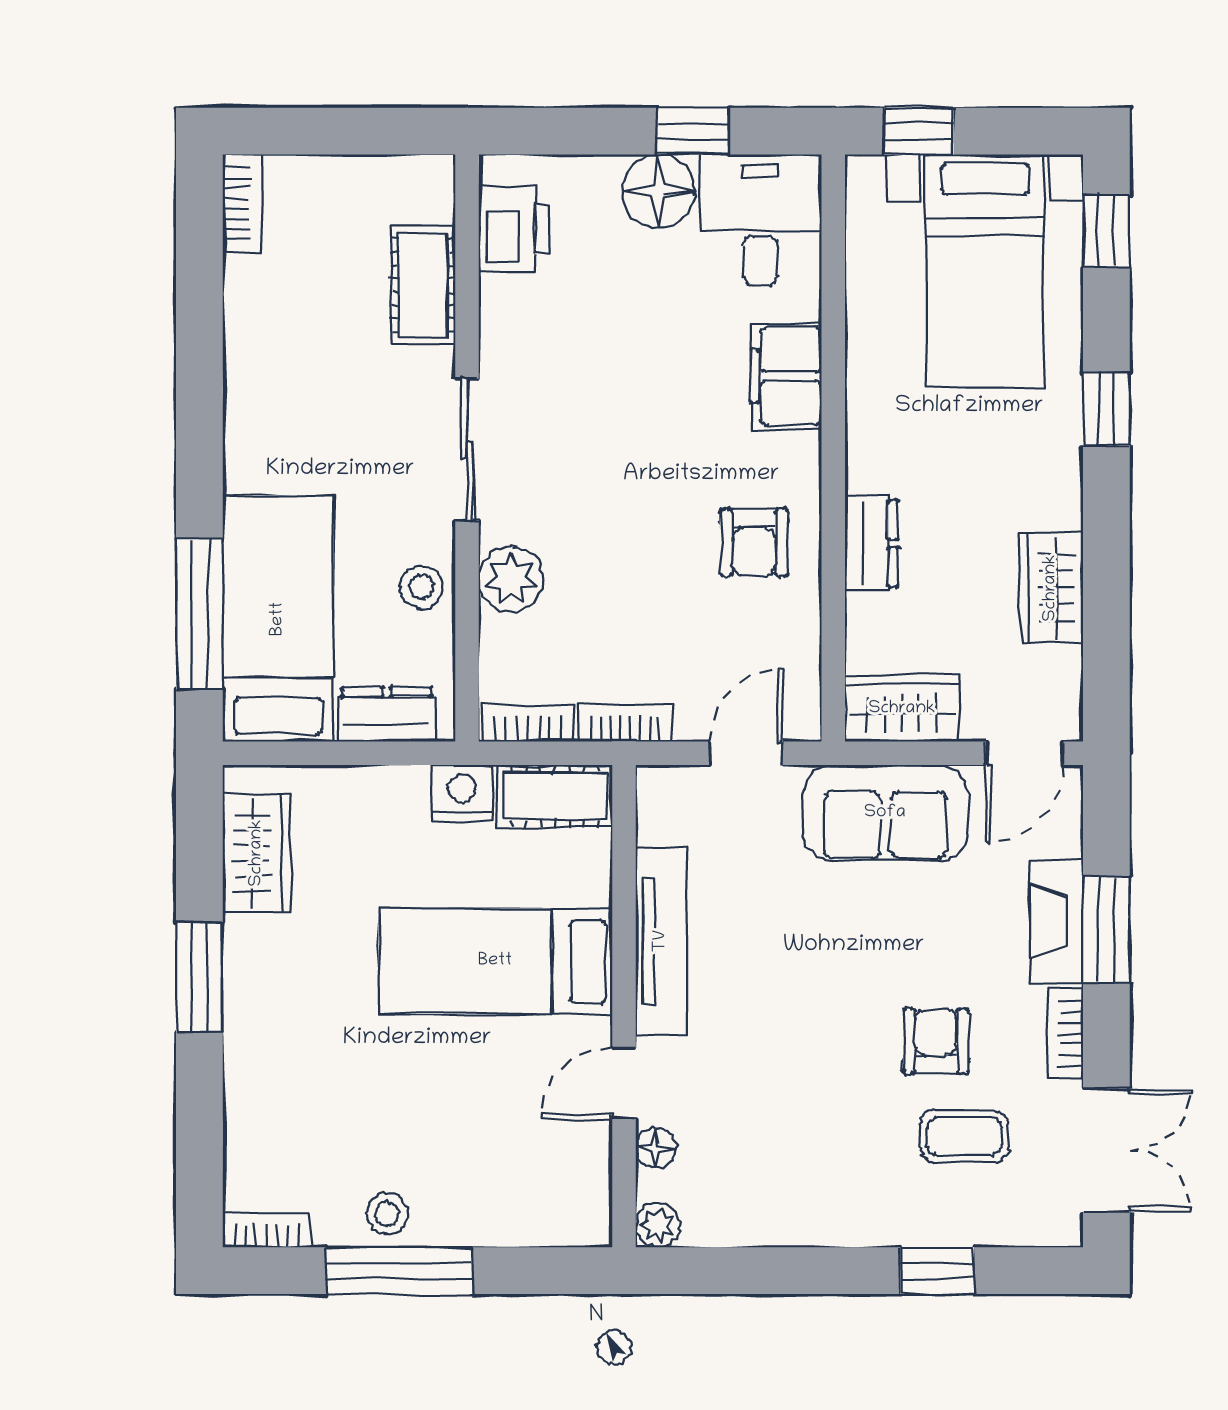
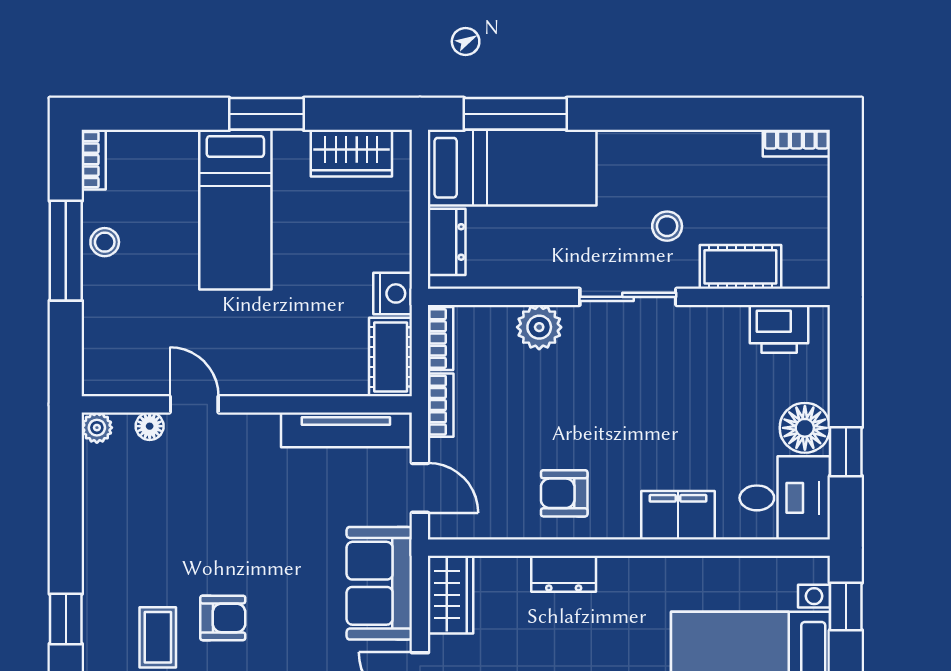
stool: (421, 587) -> (667, 226), moved
tv unit: (661, 941) -> (346, 430), moved
bed: (495, 961) -> (235, 210), moved, turned 180

